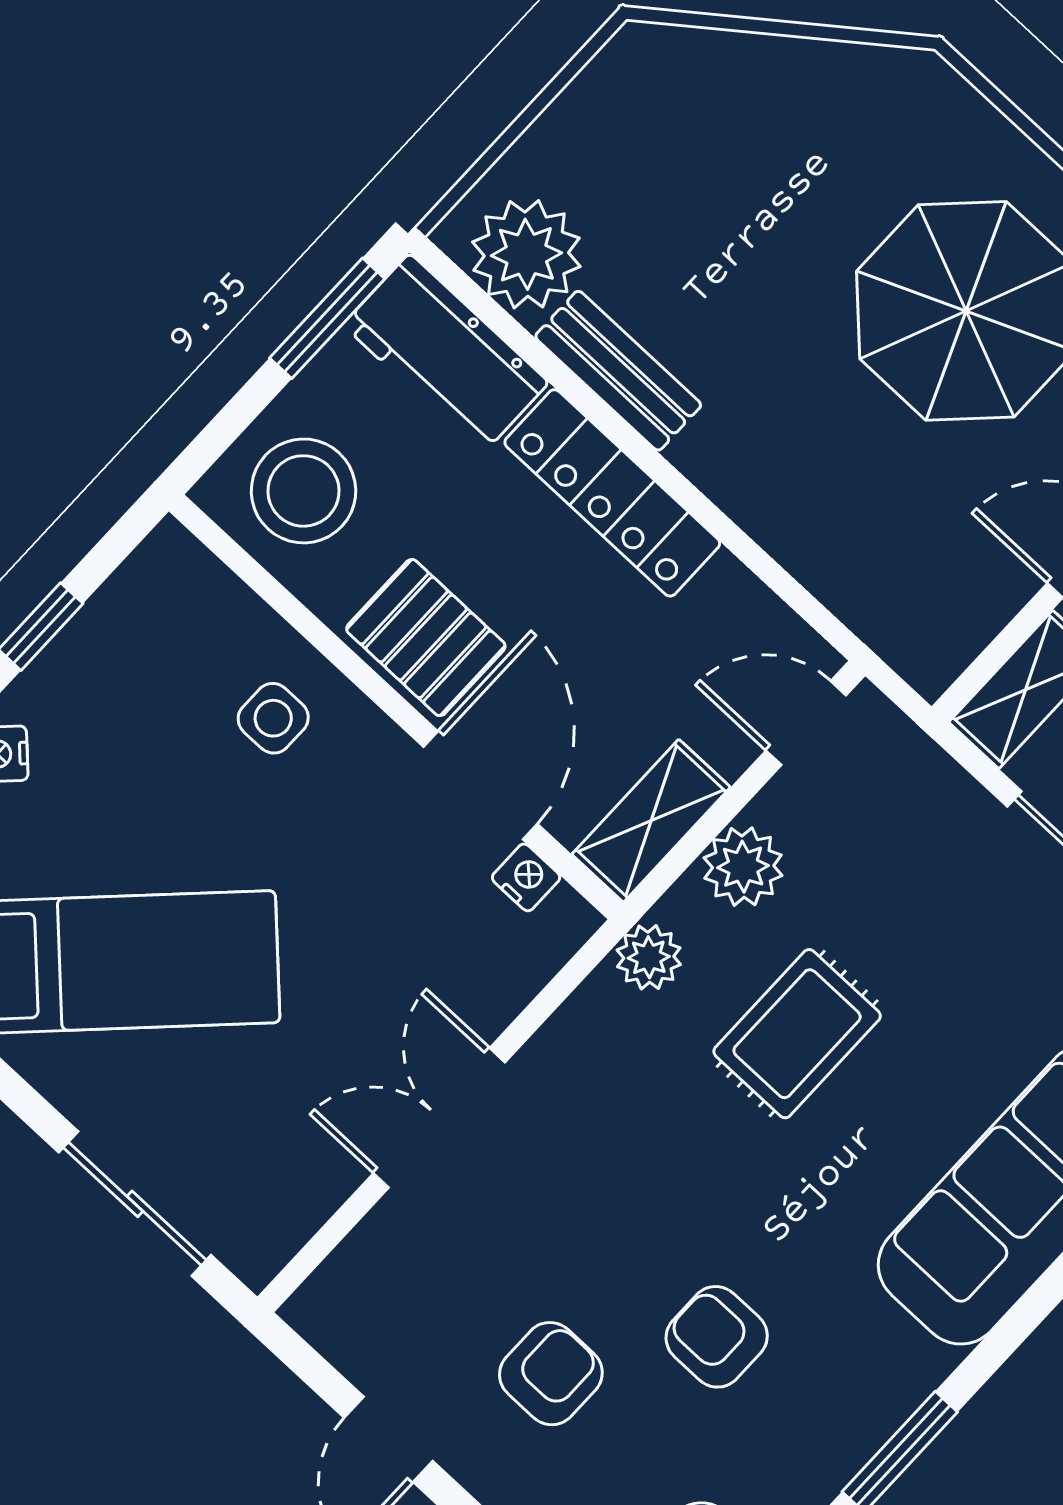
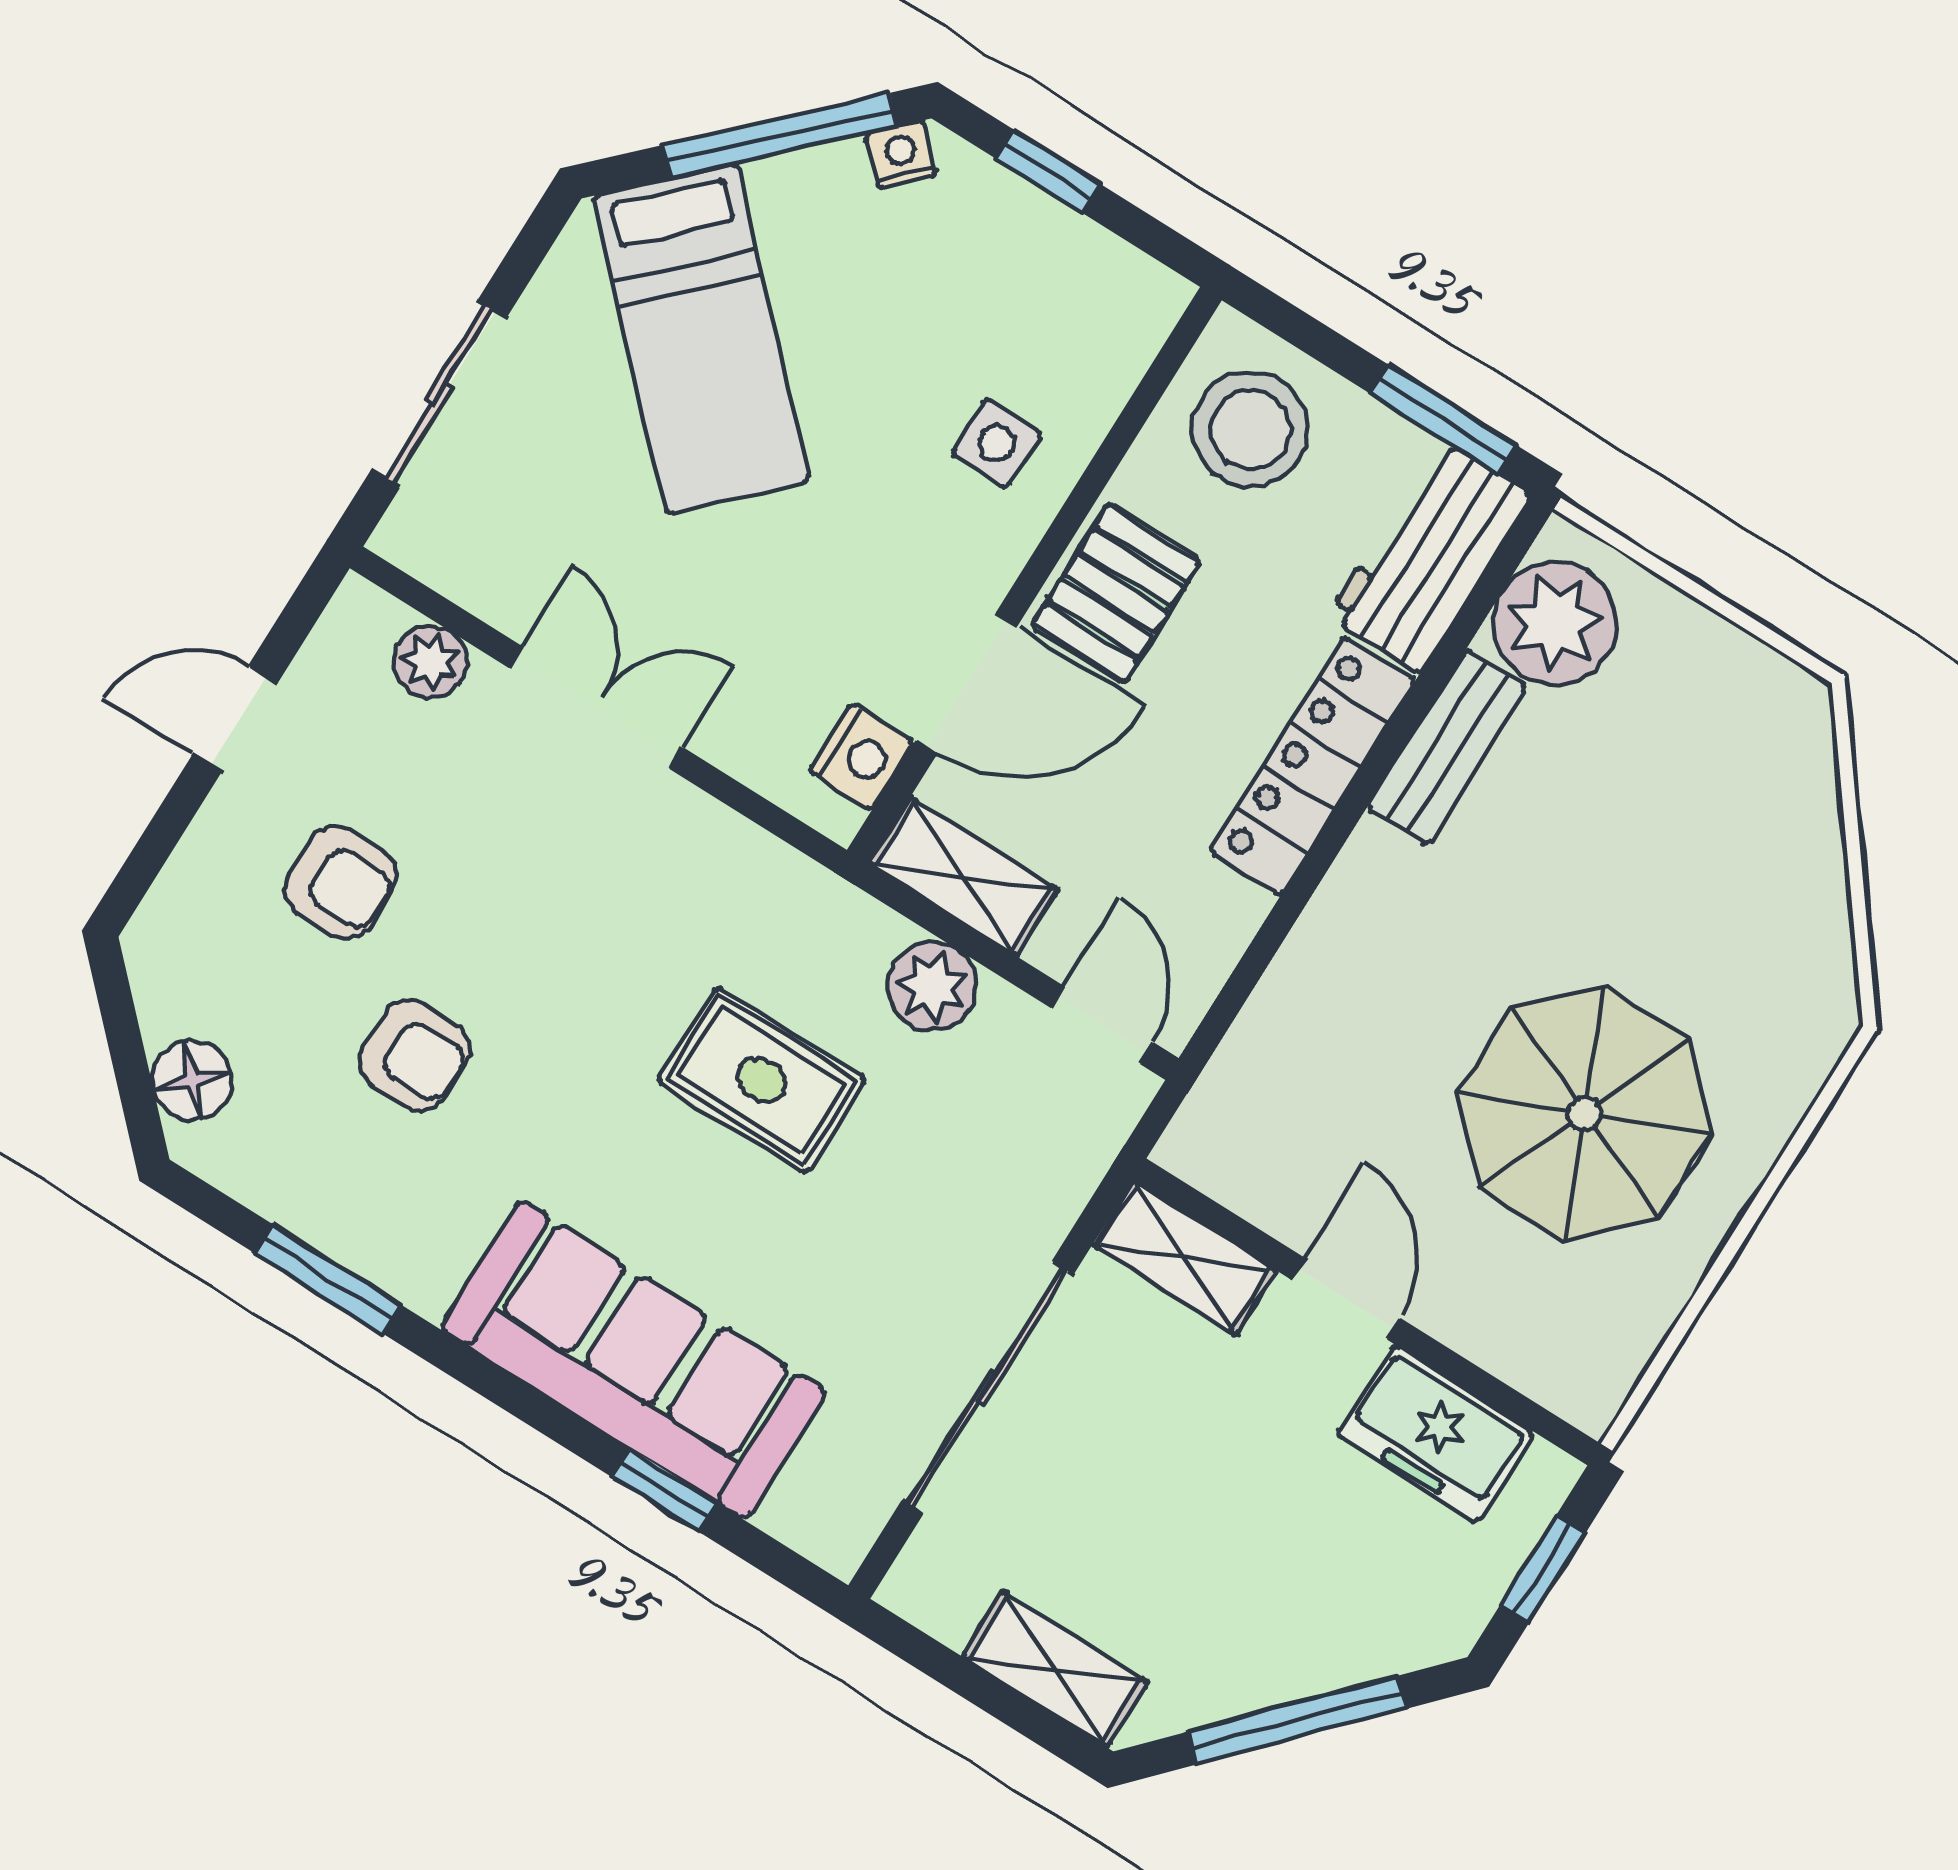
nightstand: (526, 877) -> (861, 757), width x1.39, depth x1.35
plant: (649, 957) -> (430, 662), moved
armchair: (717, 1337) -> (415, 1055), turned 90

